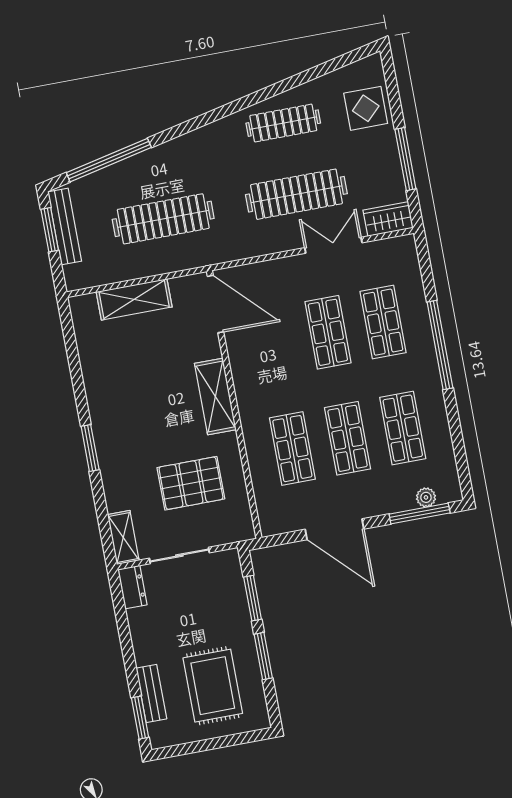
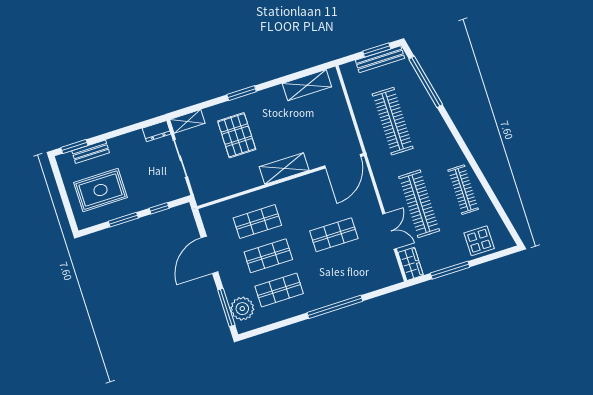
shelving: (134, 299) -> (307, 85), moved, turned 90
shop shelf: (383, 322) -> (345, 269), removed
pallet: (191, 483) -> (237, 135), moved
plant: (426, 497) -> (242, 309), width x1.87, depth x1.87
window: (253, 598) -> (159, 208), width x0.67

